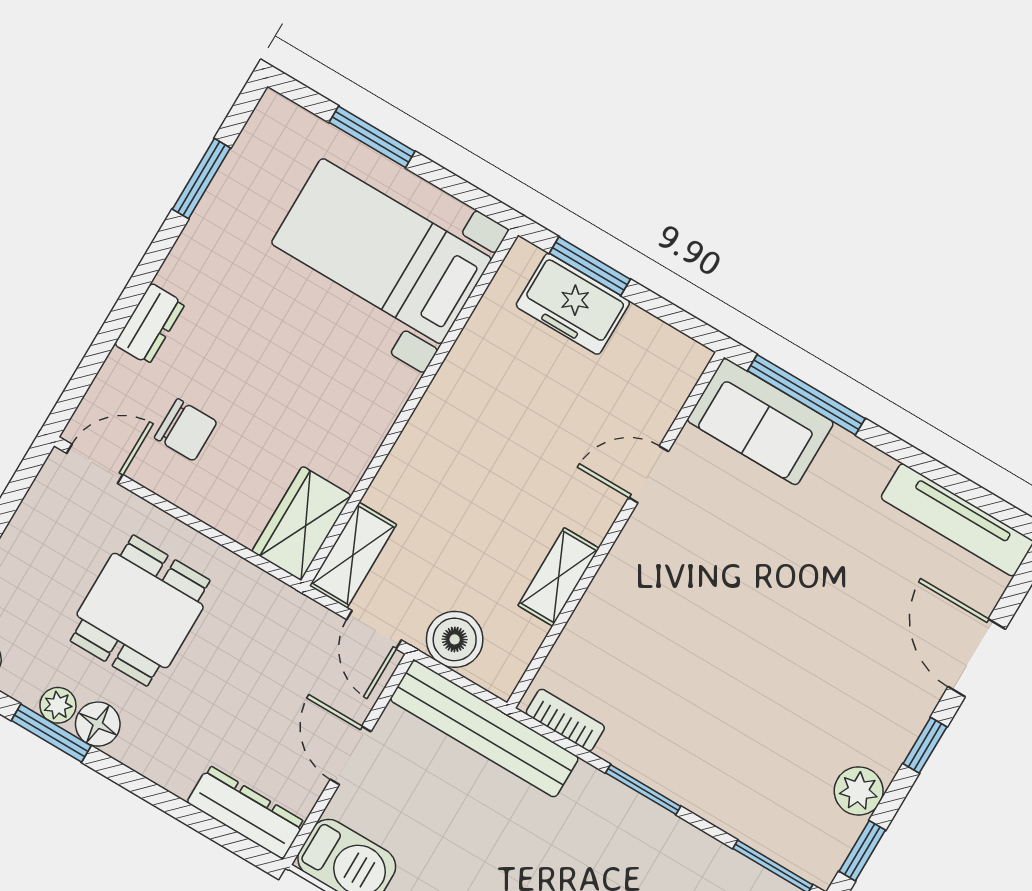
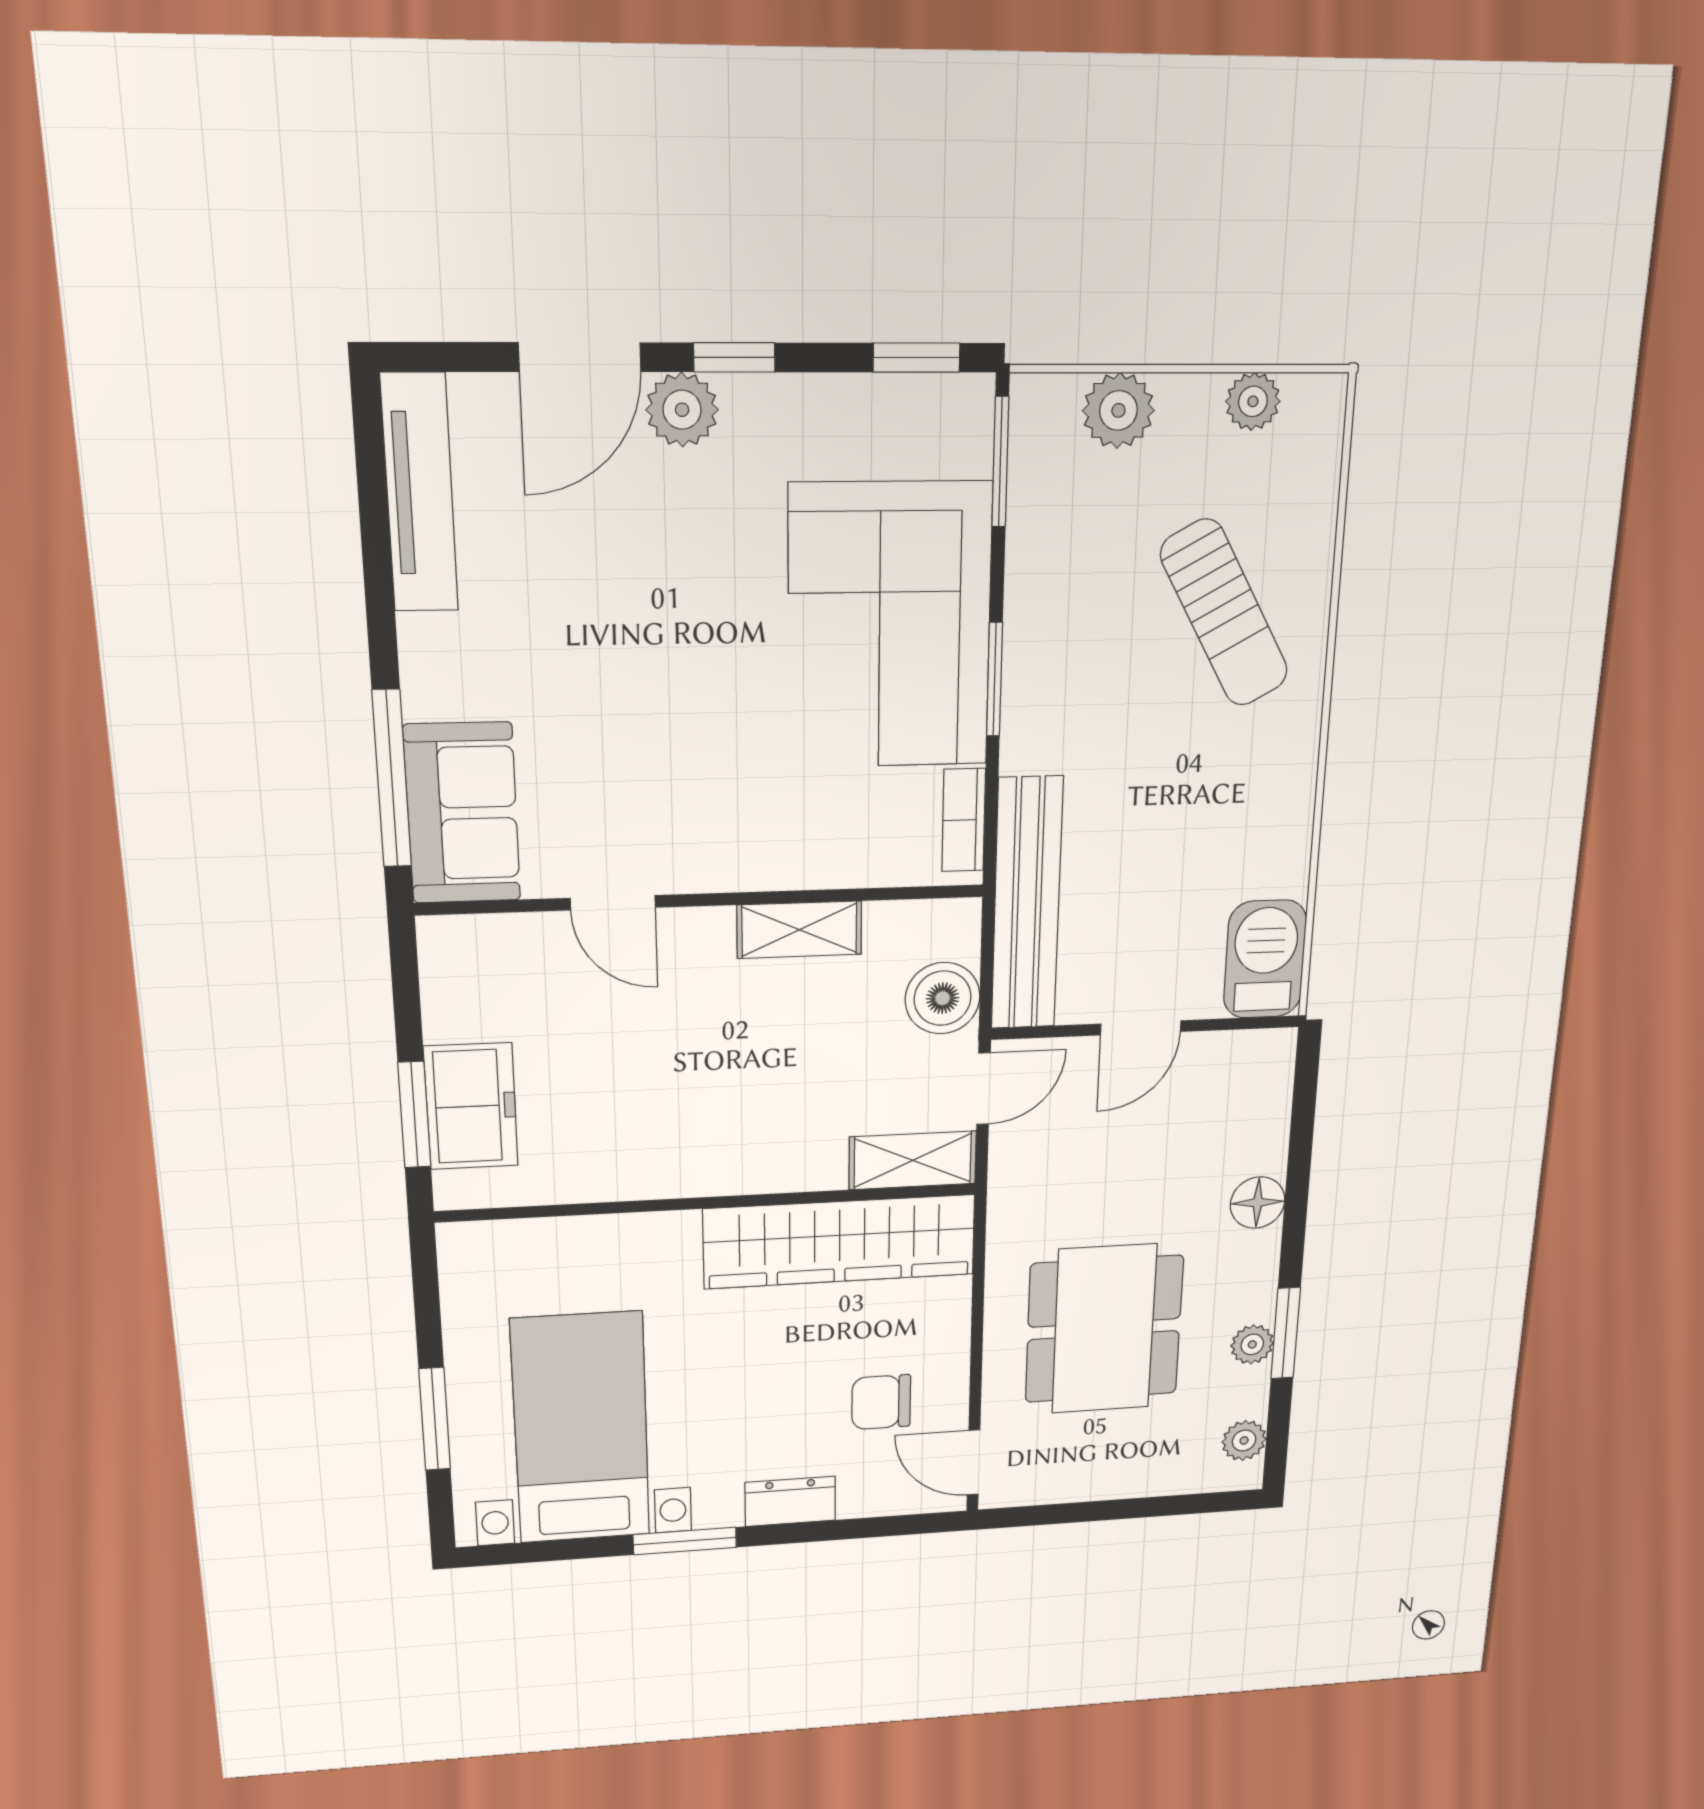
window: (201, 179) -> (685, 1541), moved
bed with nightstands: (381, 251) -> (581, 1428), moved, turned 180
chair: (186, 430) -> (881, 1402), turned -90
wardrobe: (302, 523) -> (840, 1242), width x2.10, depth x1.17
dining table: (140, 611) -> (1104, 1329), width x1.38
floor lamp: (98, 724) -> (1258, 1203), moved
corner sofa: (715, 744) -> (890, 626), added
plant: (859, 791) -> (682, 410), moved
dresser: (246, 812) -> (1266, 1096), removed

